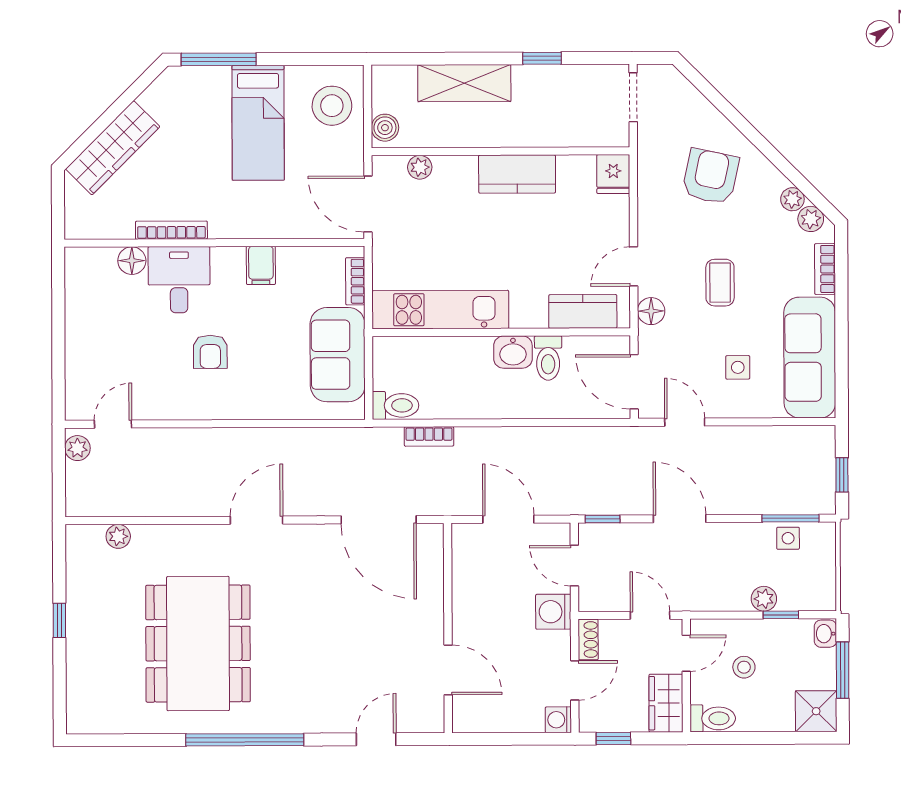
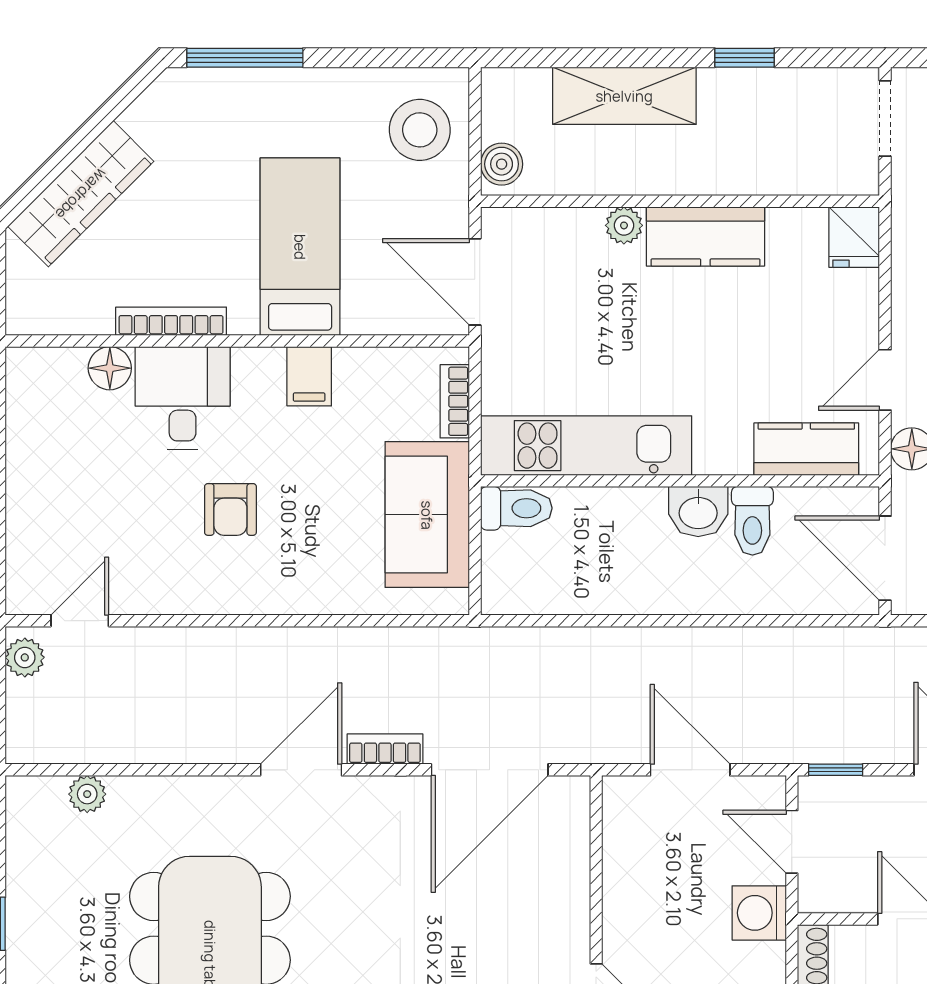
bed: (258, 123) -> (300, 247), moved, turned 180
plant: (420, 167) -> (624, 225), moved
toilet: (396, 405) -> (516, 508), moved
bookcase: (429, 436) -> (385, 749), moved, turned 180
door: (379, 520) -> (490, 770), hinge flipped

